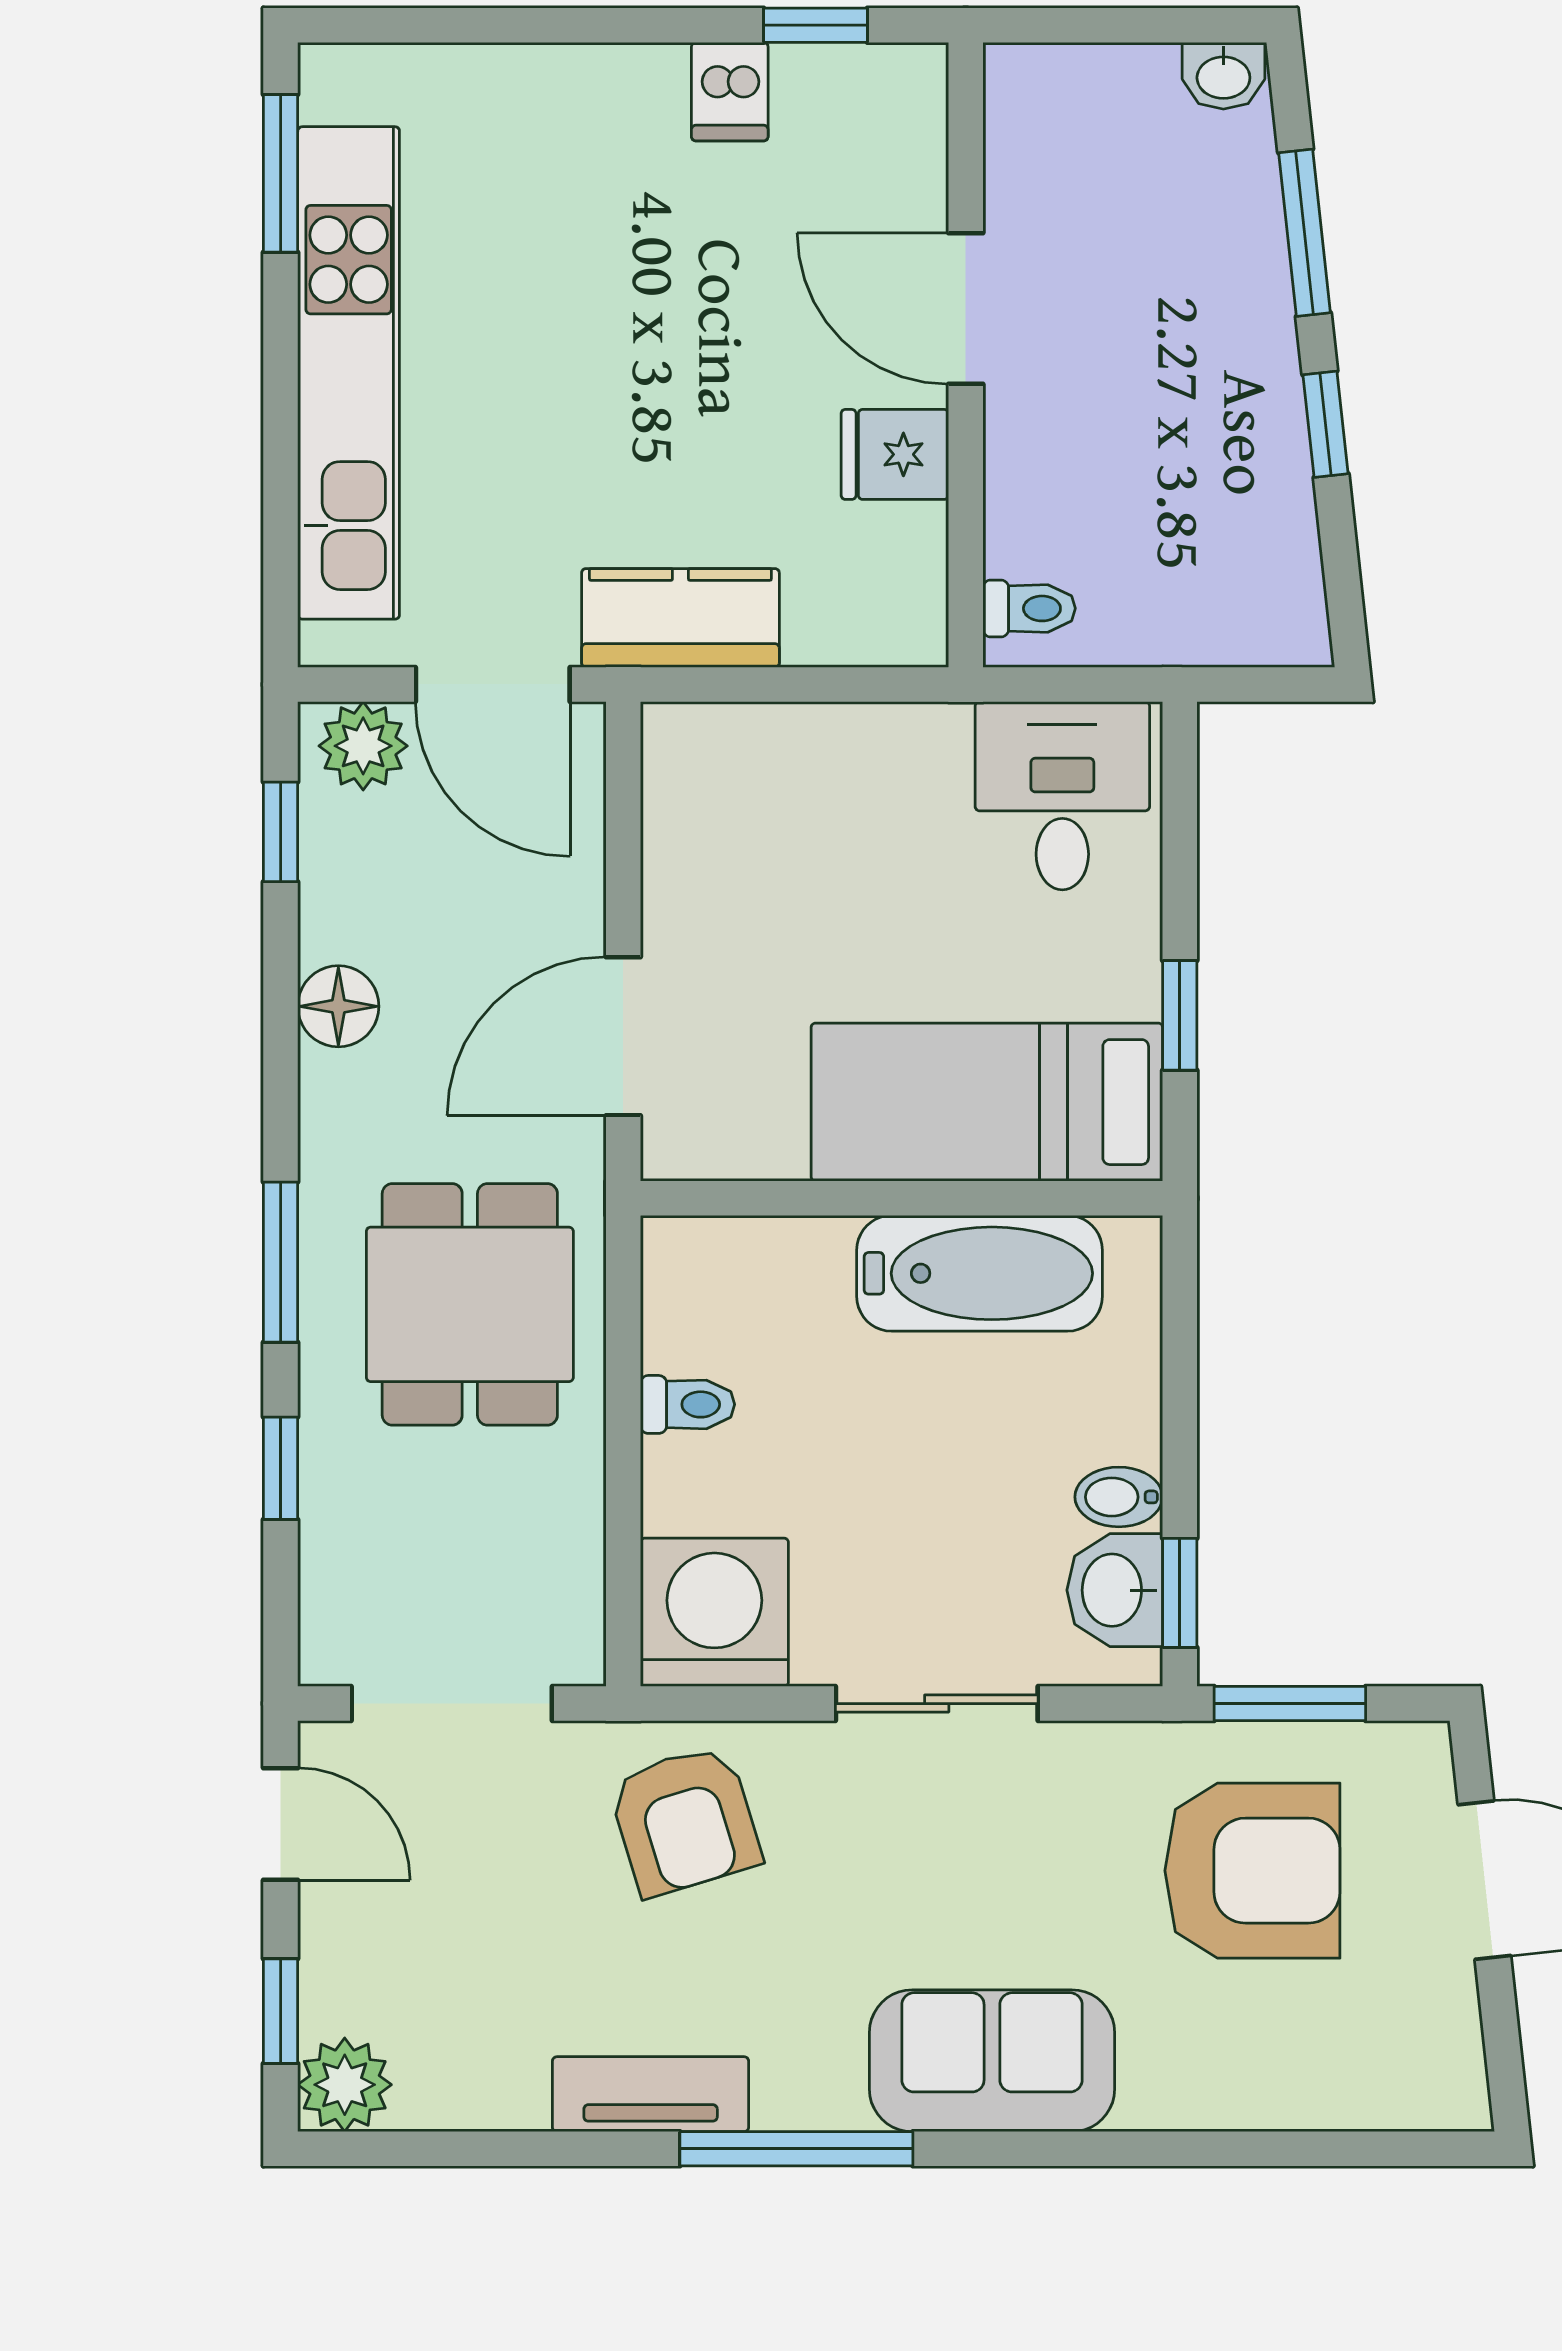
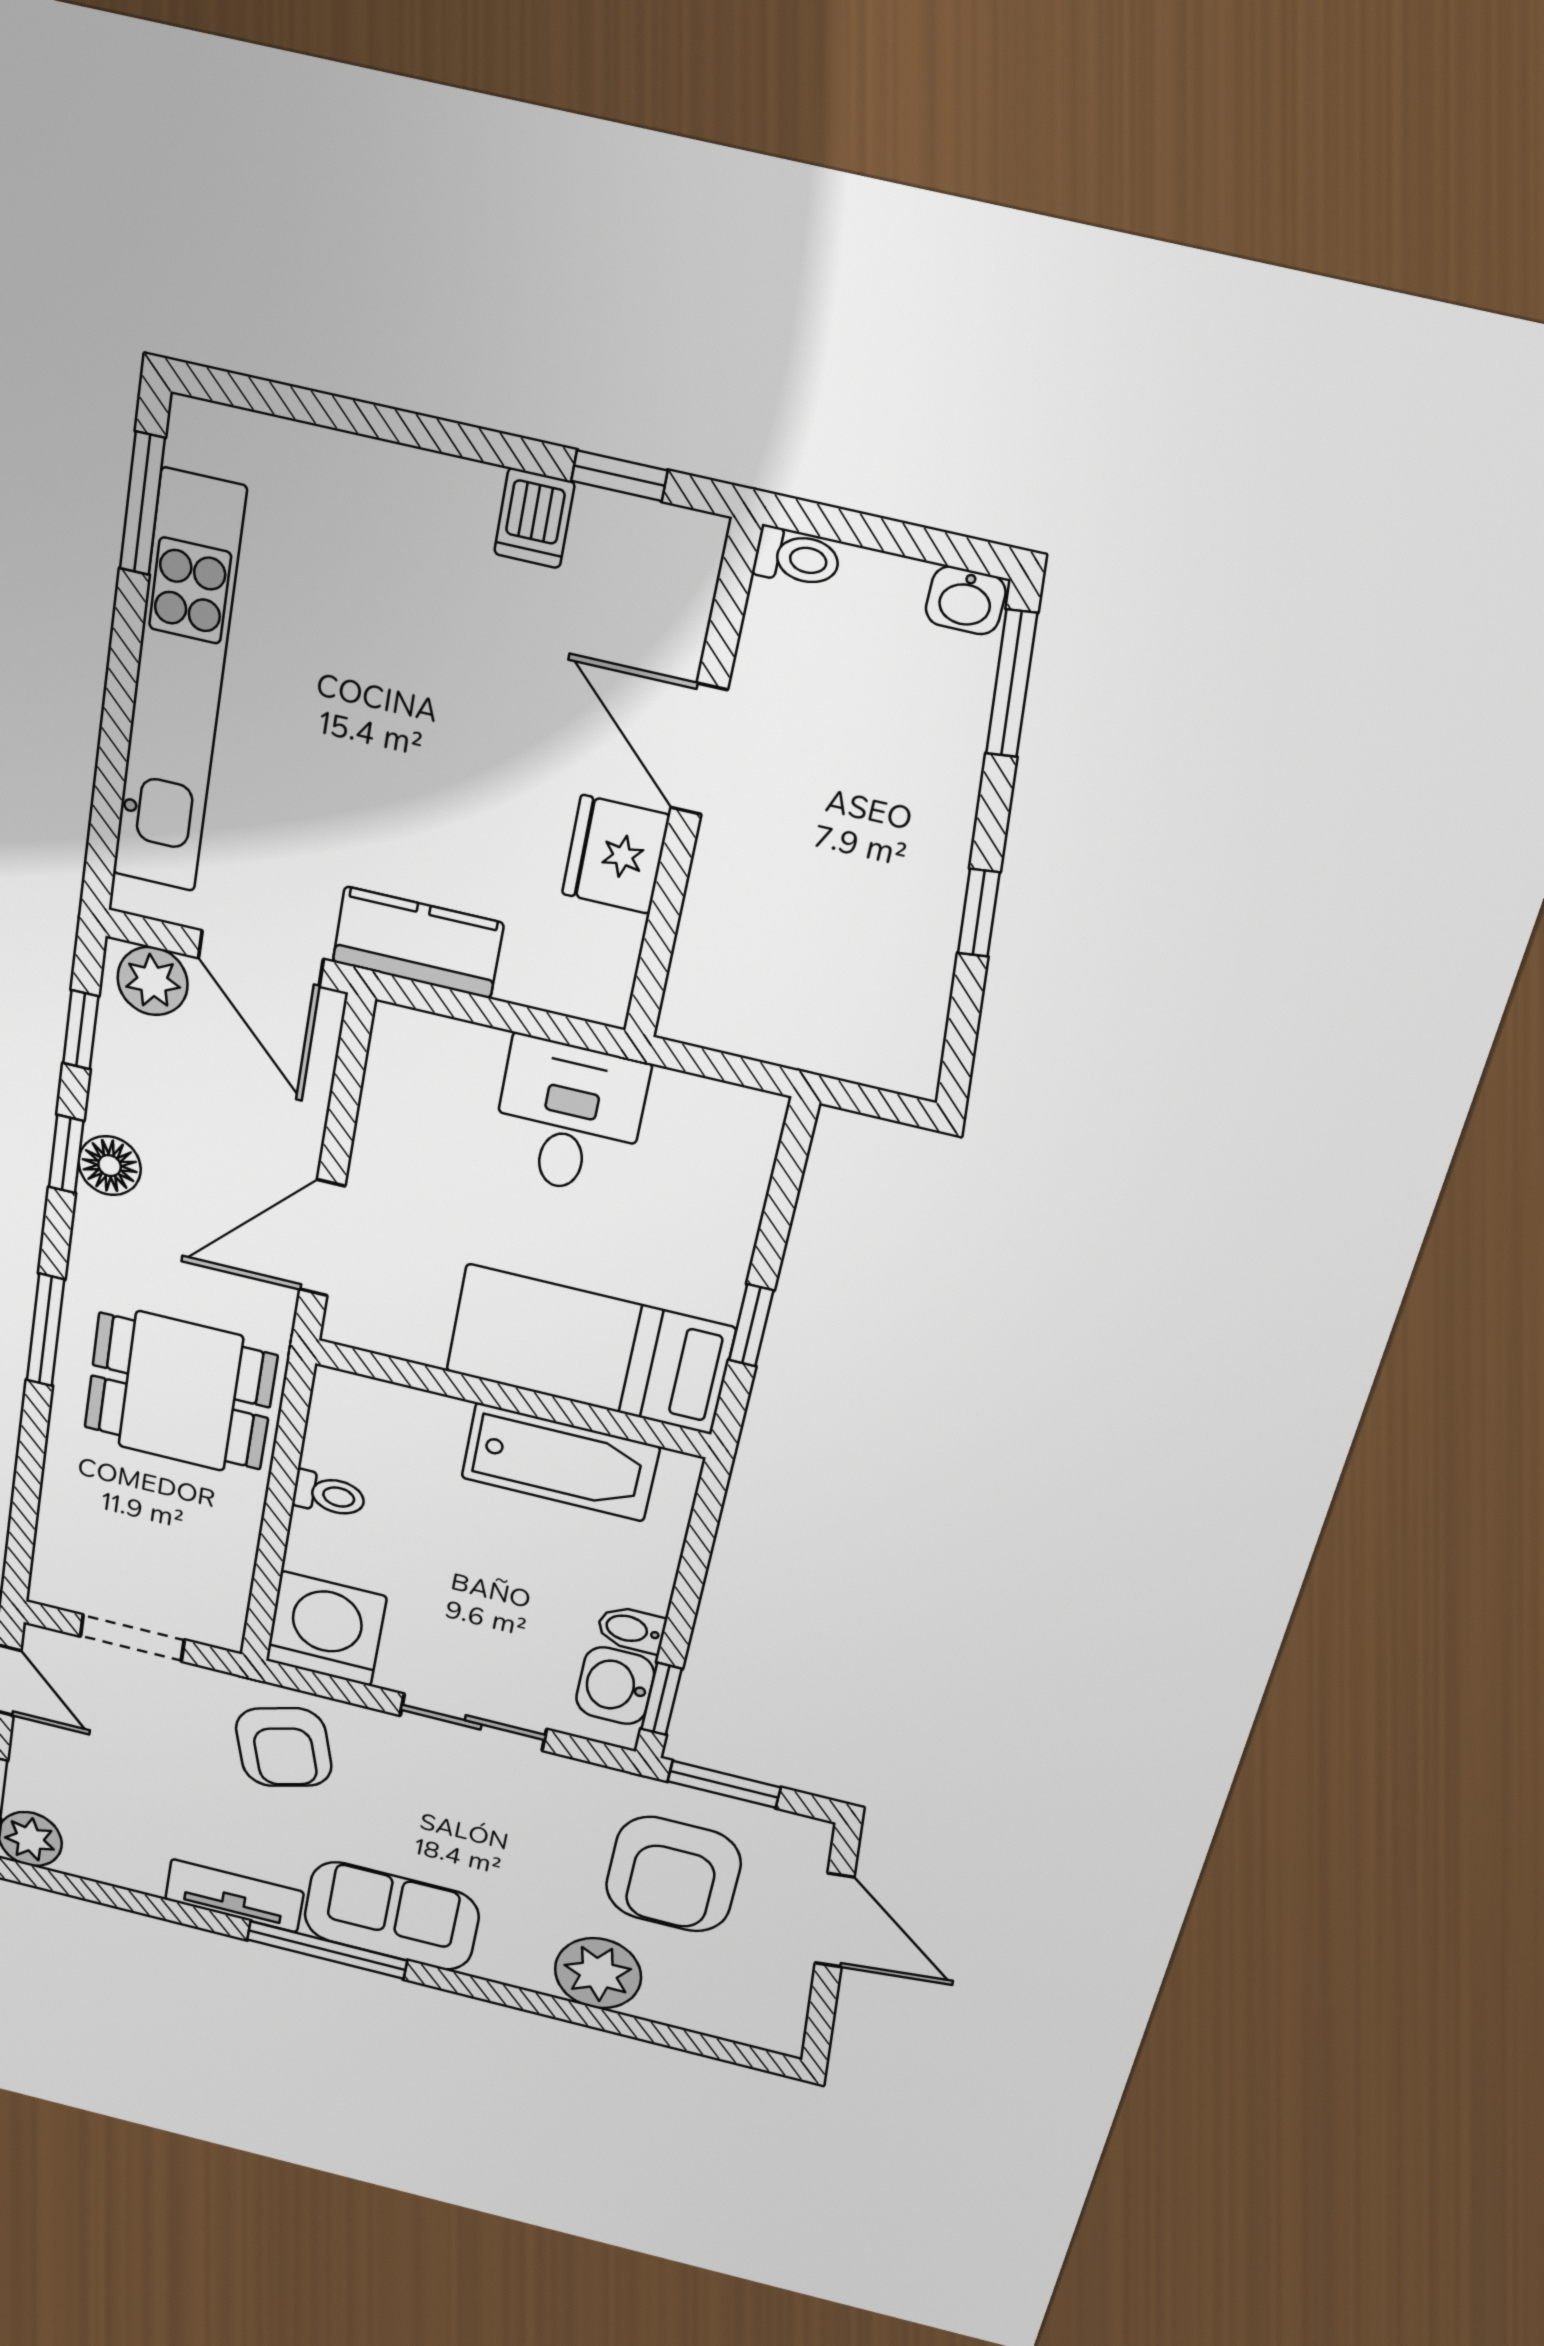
window: (1305, 233) -> (1012, 684), moved
fridge: (895, 454) -> (616, 855), width x1.38
toilet: (1029, 608) -> (797, 558), moved
desk: (1062, 796) -> (569, 1117), moved
dining table: (470, 1304) -> (180, 1391), turned 90
window: (281, 1468) -> (66, 1154), moved
doorway: (452, 1704) -> (132, 1638), width x0.73
armchair: (1252, 1871) -> (673, 1874), turned 90
sofa: (992, 2061) -> (391, 1916), moved
plant: (1183, 2070) -> (598, 1973), added

